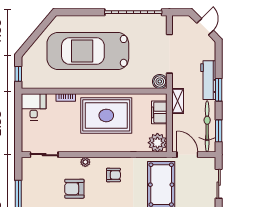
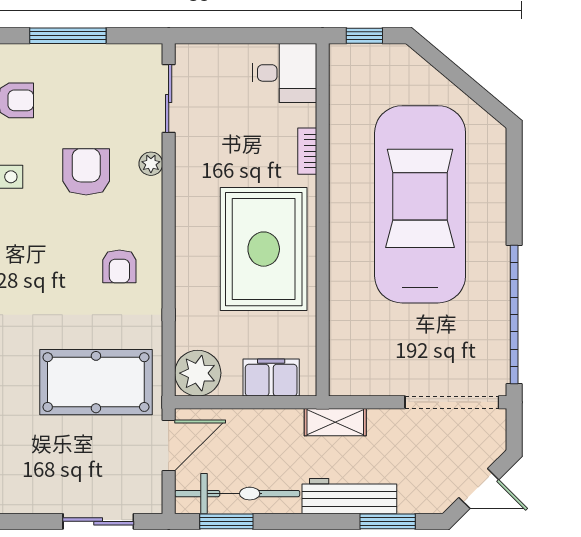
doorway: (169, 54) -> (452, 402), moved
boiler: (160, 81) -> (346, 379), removed
window: (219, 90) -> (388, 521), moved
shelving: (178, 101) -> (335, 422), moved
plant: (85, 162) -> (151, 164), moved

